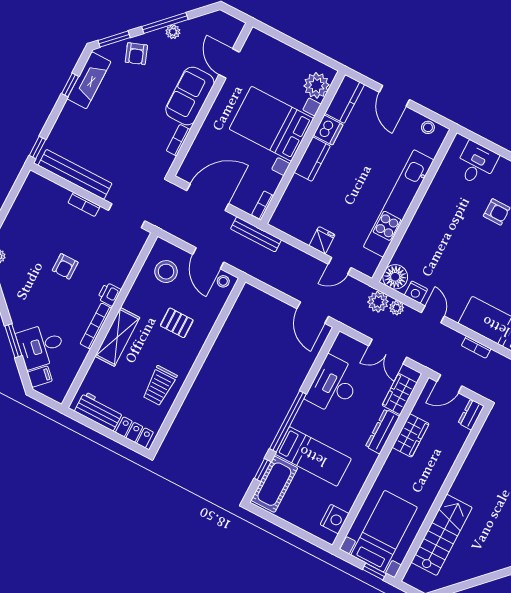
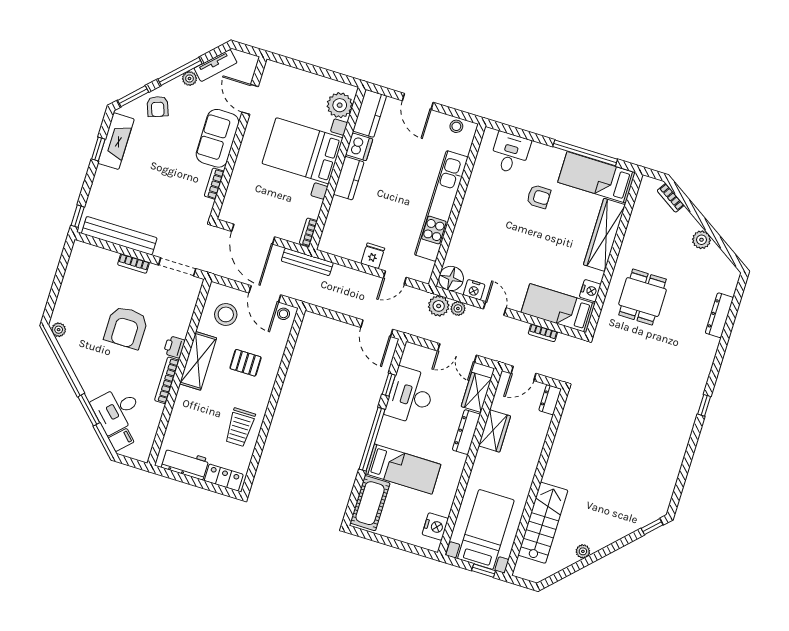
tv unit: (201, 24) -> (216, 65), added
door: (208, 197) -> (253, 234), swing flipped
armchair: (65, 266) -> (126, 328), width x1.88, depth x1.88
shelving: (117, 337) -> (198, 361), moved
window: (263, 470) -> (389, 385), moved
plant: (476, 570) -> (583, 551), added

